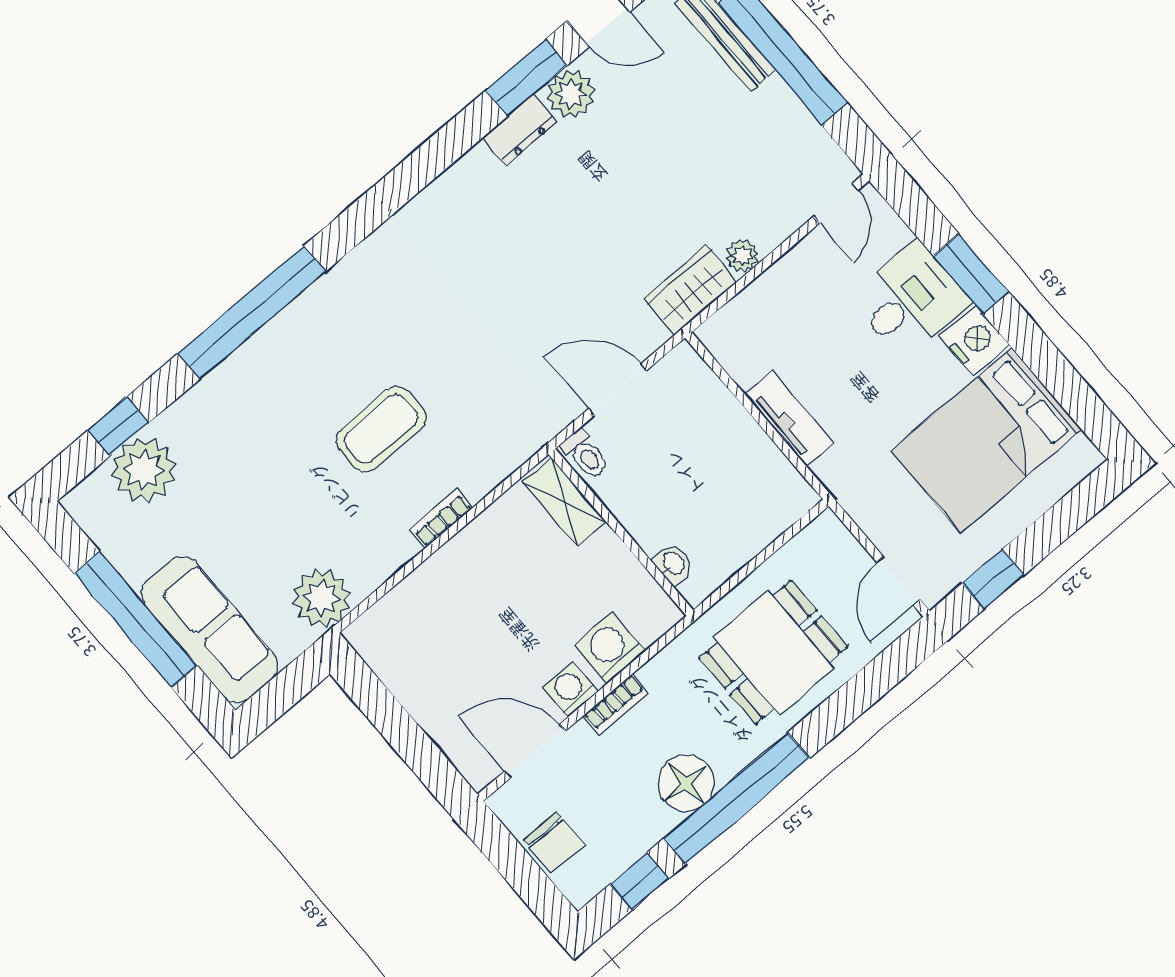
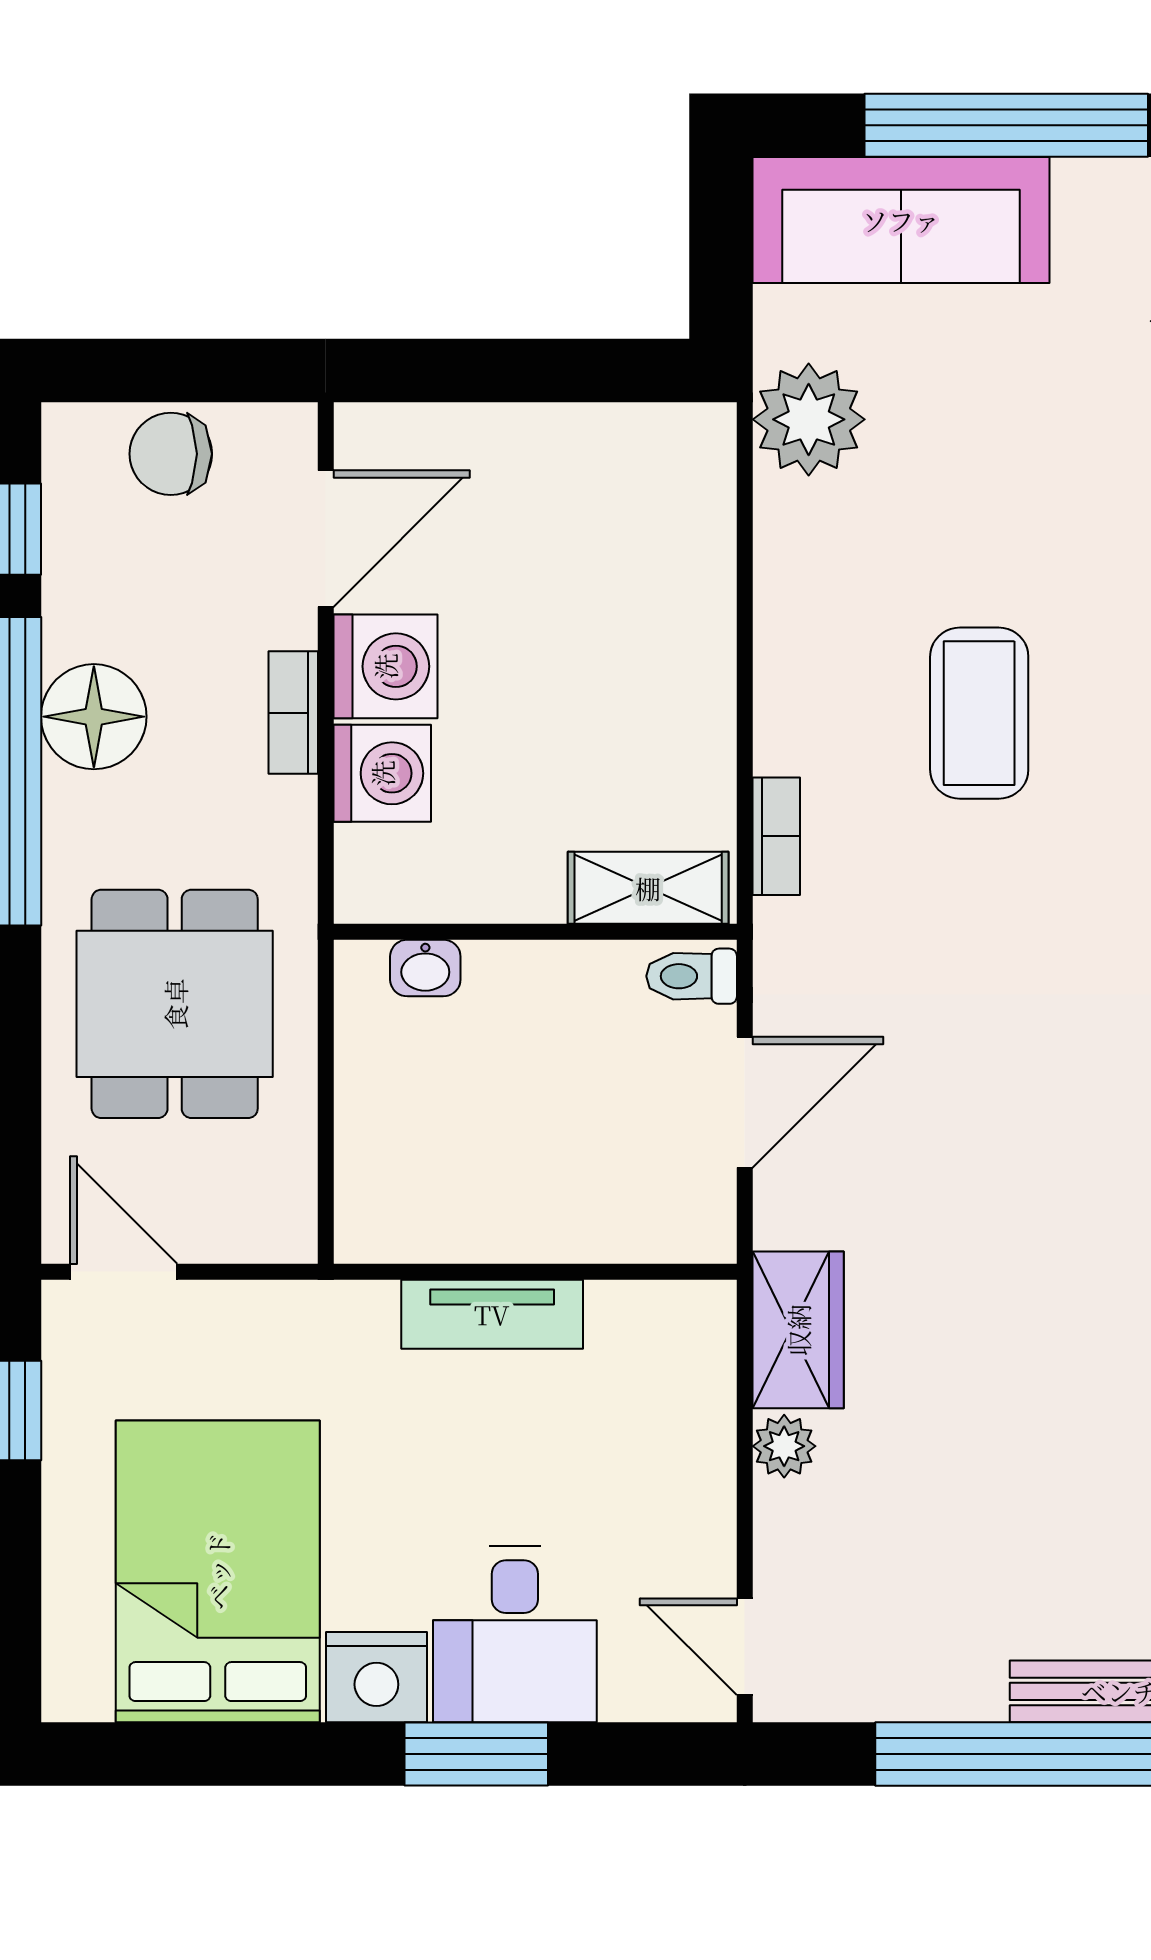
bookcase: (441, 519) -> (776, 836), moved
washing machine: (571, 689) -> (385, 666), width x1.38, depth x1.38

